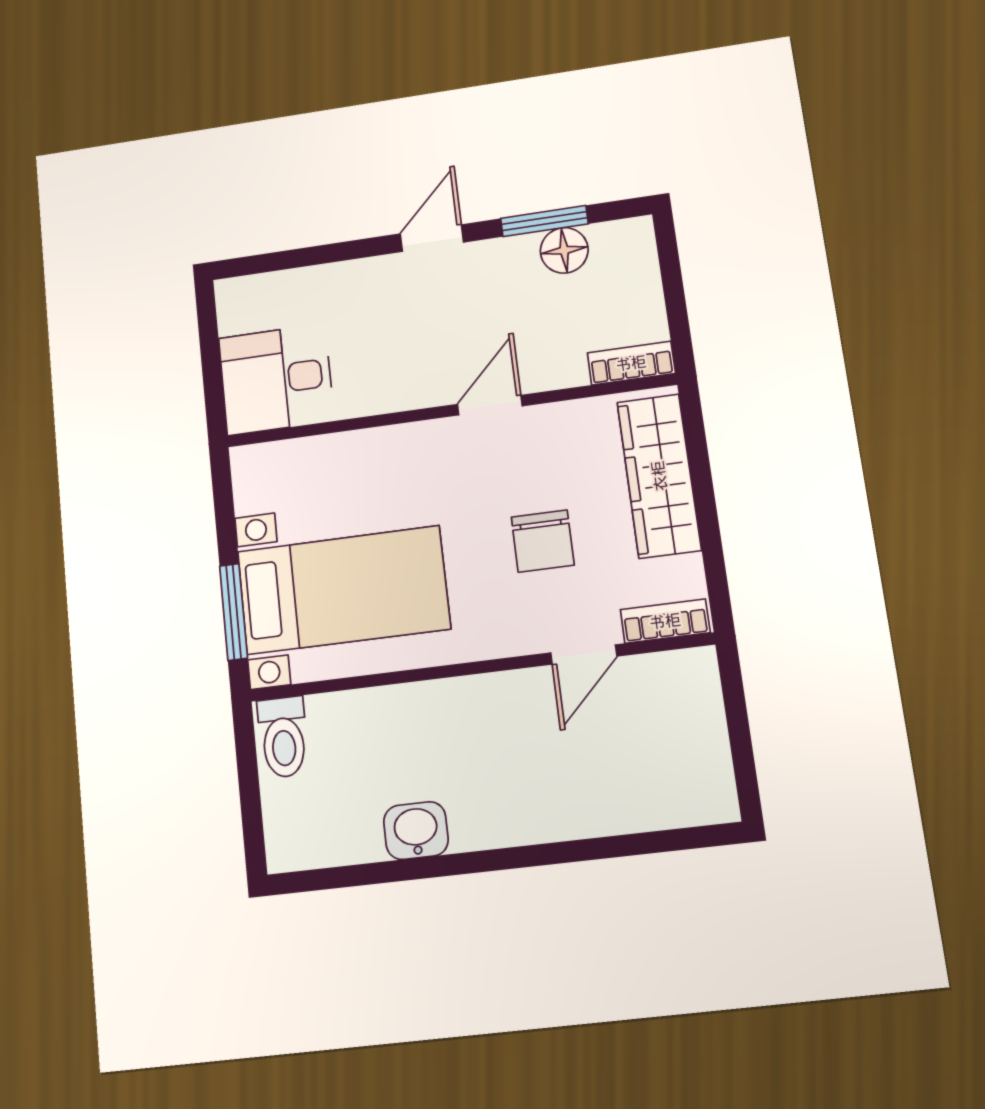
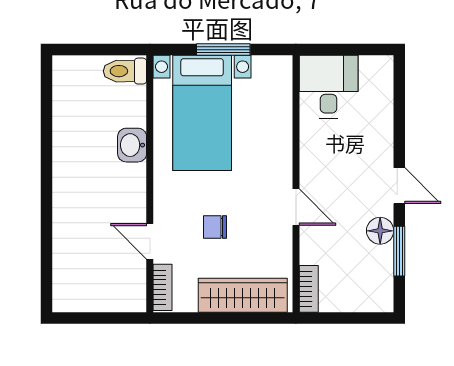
floor lamp: (564, 250) -> (380, 231), moved
chair: (543, 541) -> (215, 227), width x0.73, depth x0.73
window: (233, 612) -> (223, 50), moved
washbasin: (416, 831) -> (132, 145), moved, turned 180

